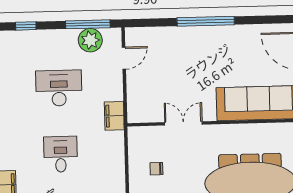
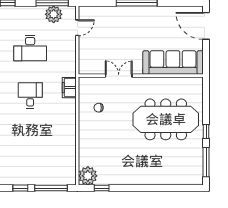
desk: (59, 88) -> (30, 48), turned 180
filing cabinet: (114, 116) -> (69, 88), moved

